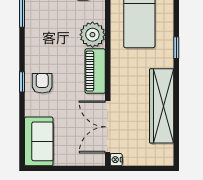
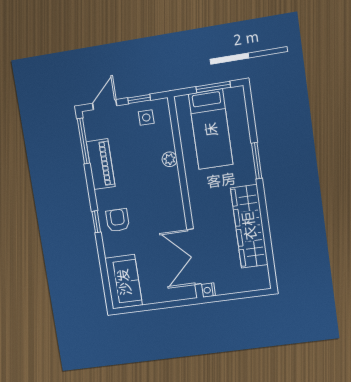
plant: (92, 35) -> (170, 159), width x0.53, depth x0.53
window: (176, 48) -> (257, 161), width x1.50
piano: (95, 71) -> (101, 164), moved, turned 180

